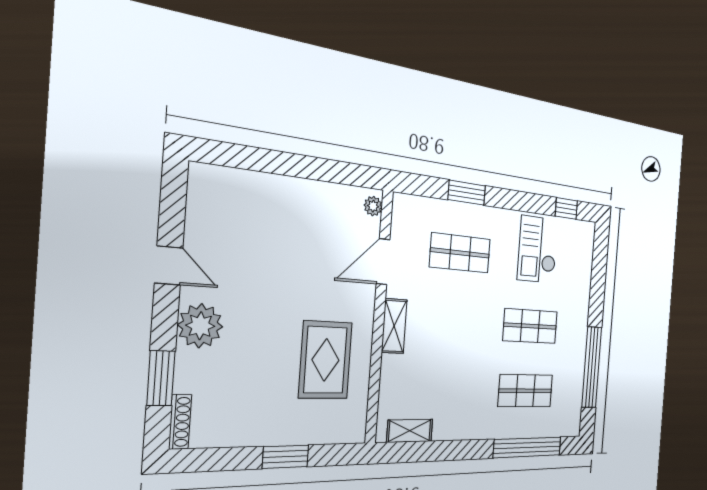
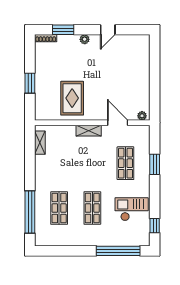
plant: (200, 326) -> (85, 39), width x0.53, depth x0.53
rug: (325, 360) -> (72, 98), turned 90
window: (592, 367) -> (118, 251), moved

